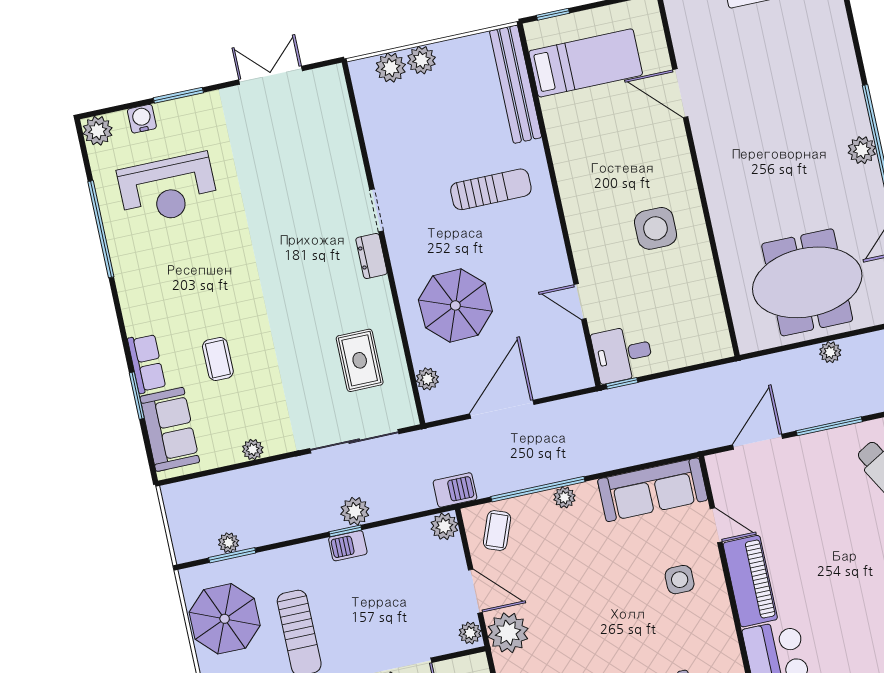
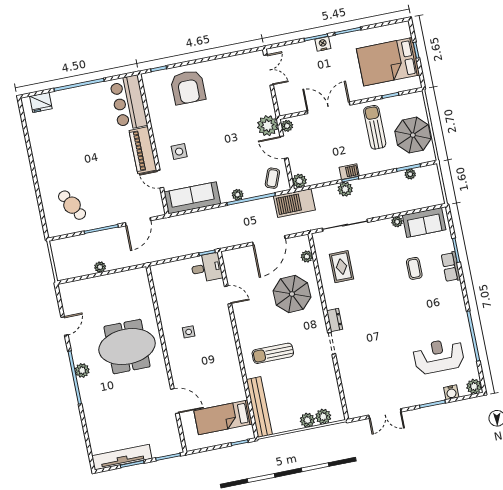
side table: (656, 228) -> (189, 332), width x0.54, depth x0.54
meeting table: (807, 282) -> (127, 347), moved
sofa: (170, 429) -> (424, 222), moved, turned -90
barbecue: (455, 490) -> (294, 203), width x1.88, depth x1.53

